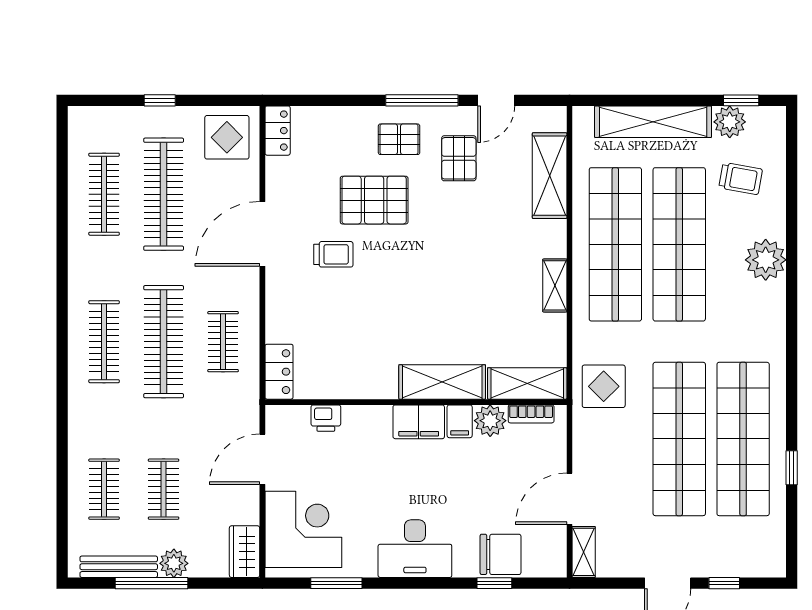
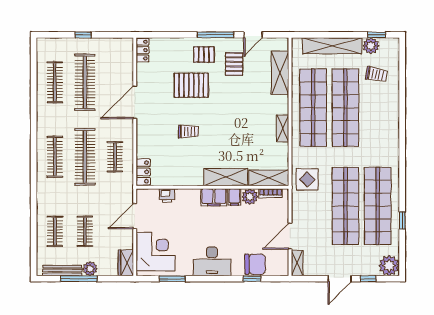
display table: (227, 137) -> (117, 54), removed
trolley: (333, 254) -> (188, 132), moved
plant: (766, 260) -> (389, 266), moved

